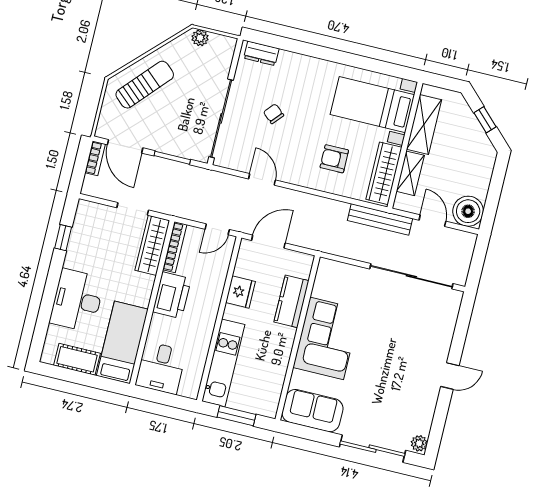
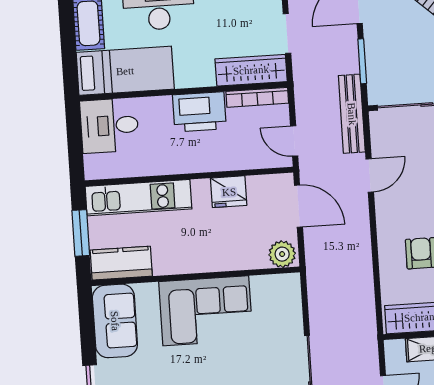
bench: (380, 219) -> (352, 114), moved
plant: (301, 266) -> (282, 254), added
kitchen counter: (291, 301) -> (121, 263), moved

